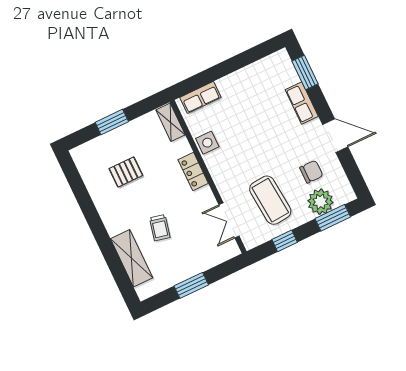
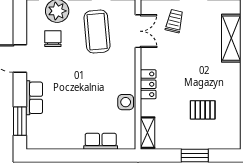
row of seats: (200, 97) -> (101, 141), moved
chair: (311, 172) -> (53, 39), turned 90
trolley: (160, 228) -> (174, 21), moved

